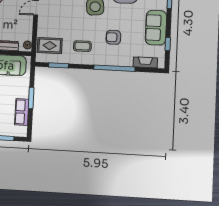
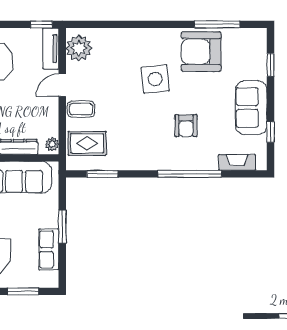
armchair: (113, 37) -> (186, 126), turned -90
coffee table: (82, 46) -> (81, 109), moved

